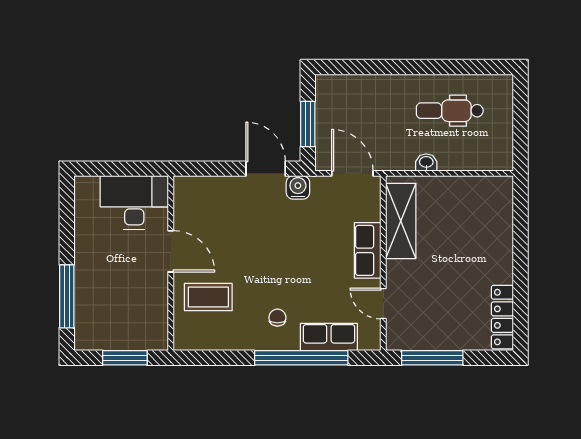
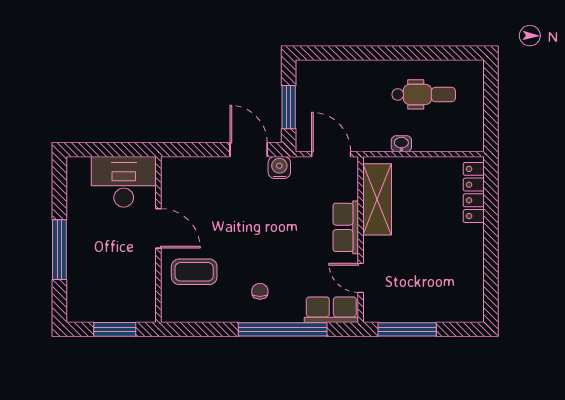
dental chair: (450, 111) -> (424, 94), turned 180
window: (67, 296) -> (59, 250), moved
locker: (502, 317) -> (474, 192), moved
row of seats: (329, 337) -> (331, 310), moved

